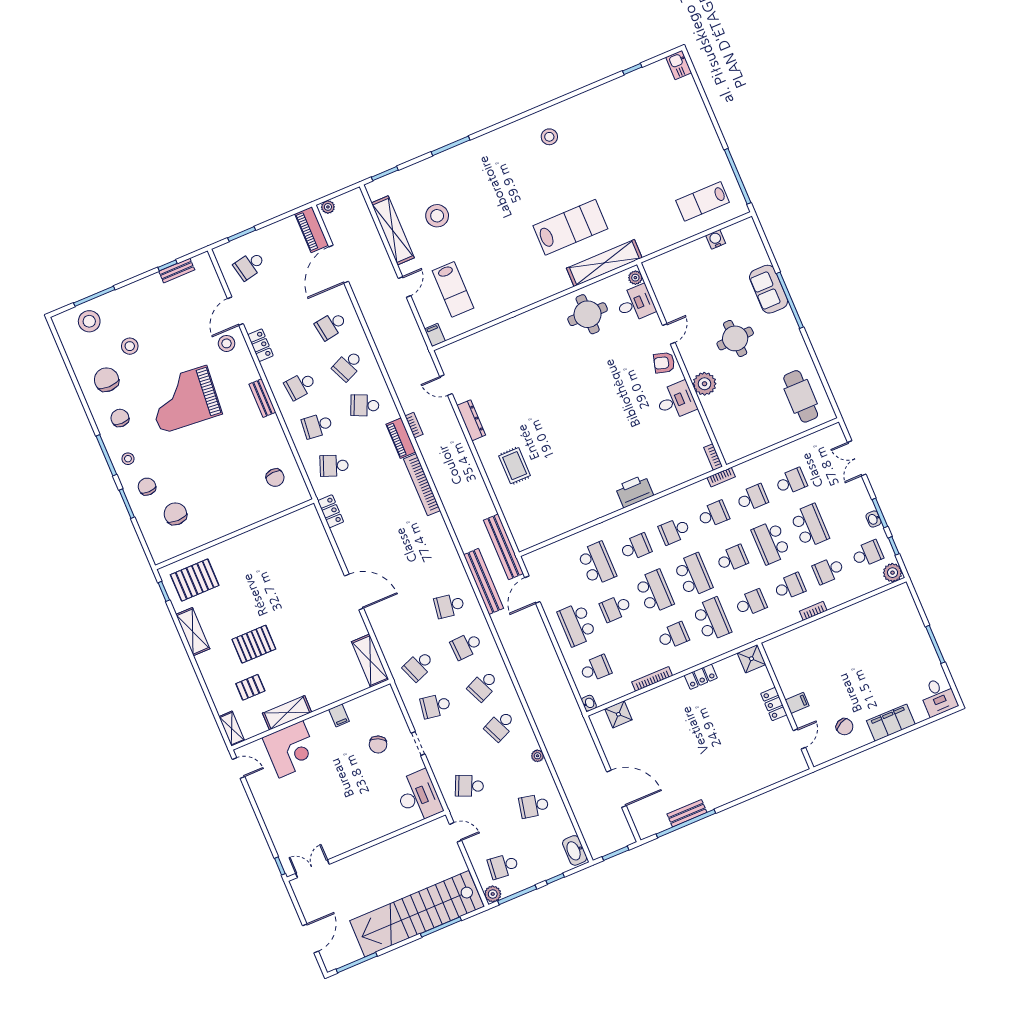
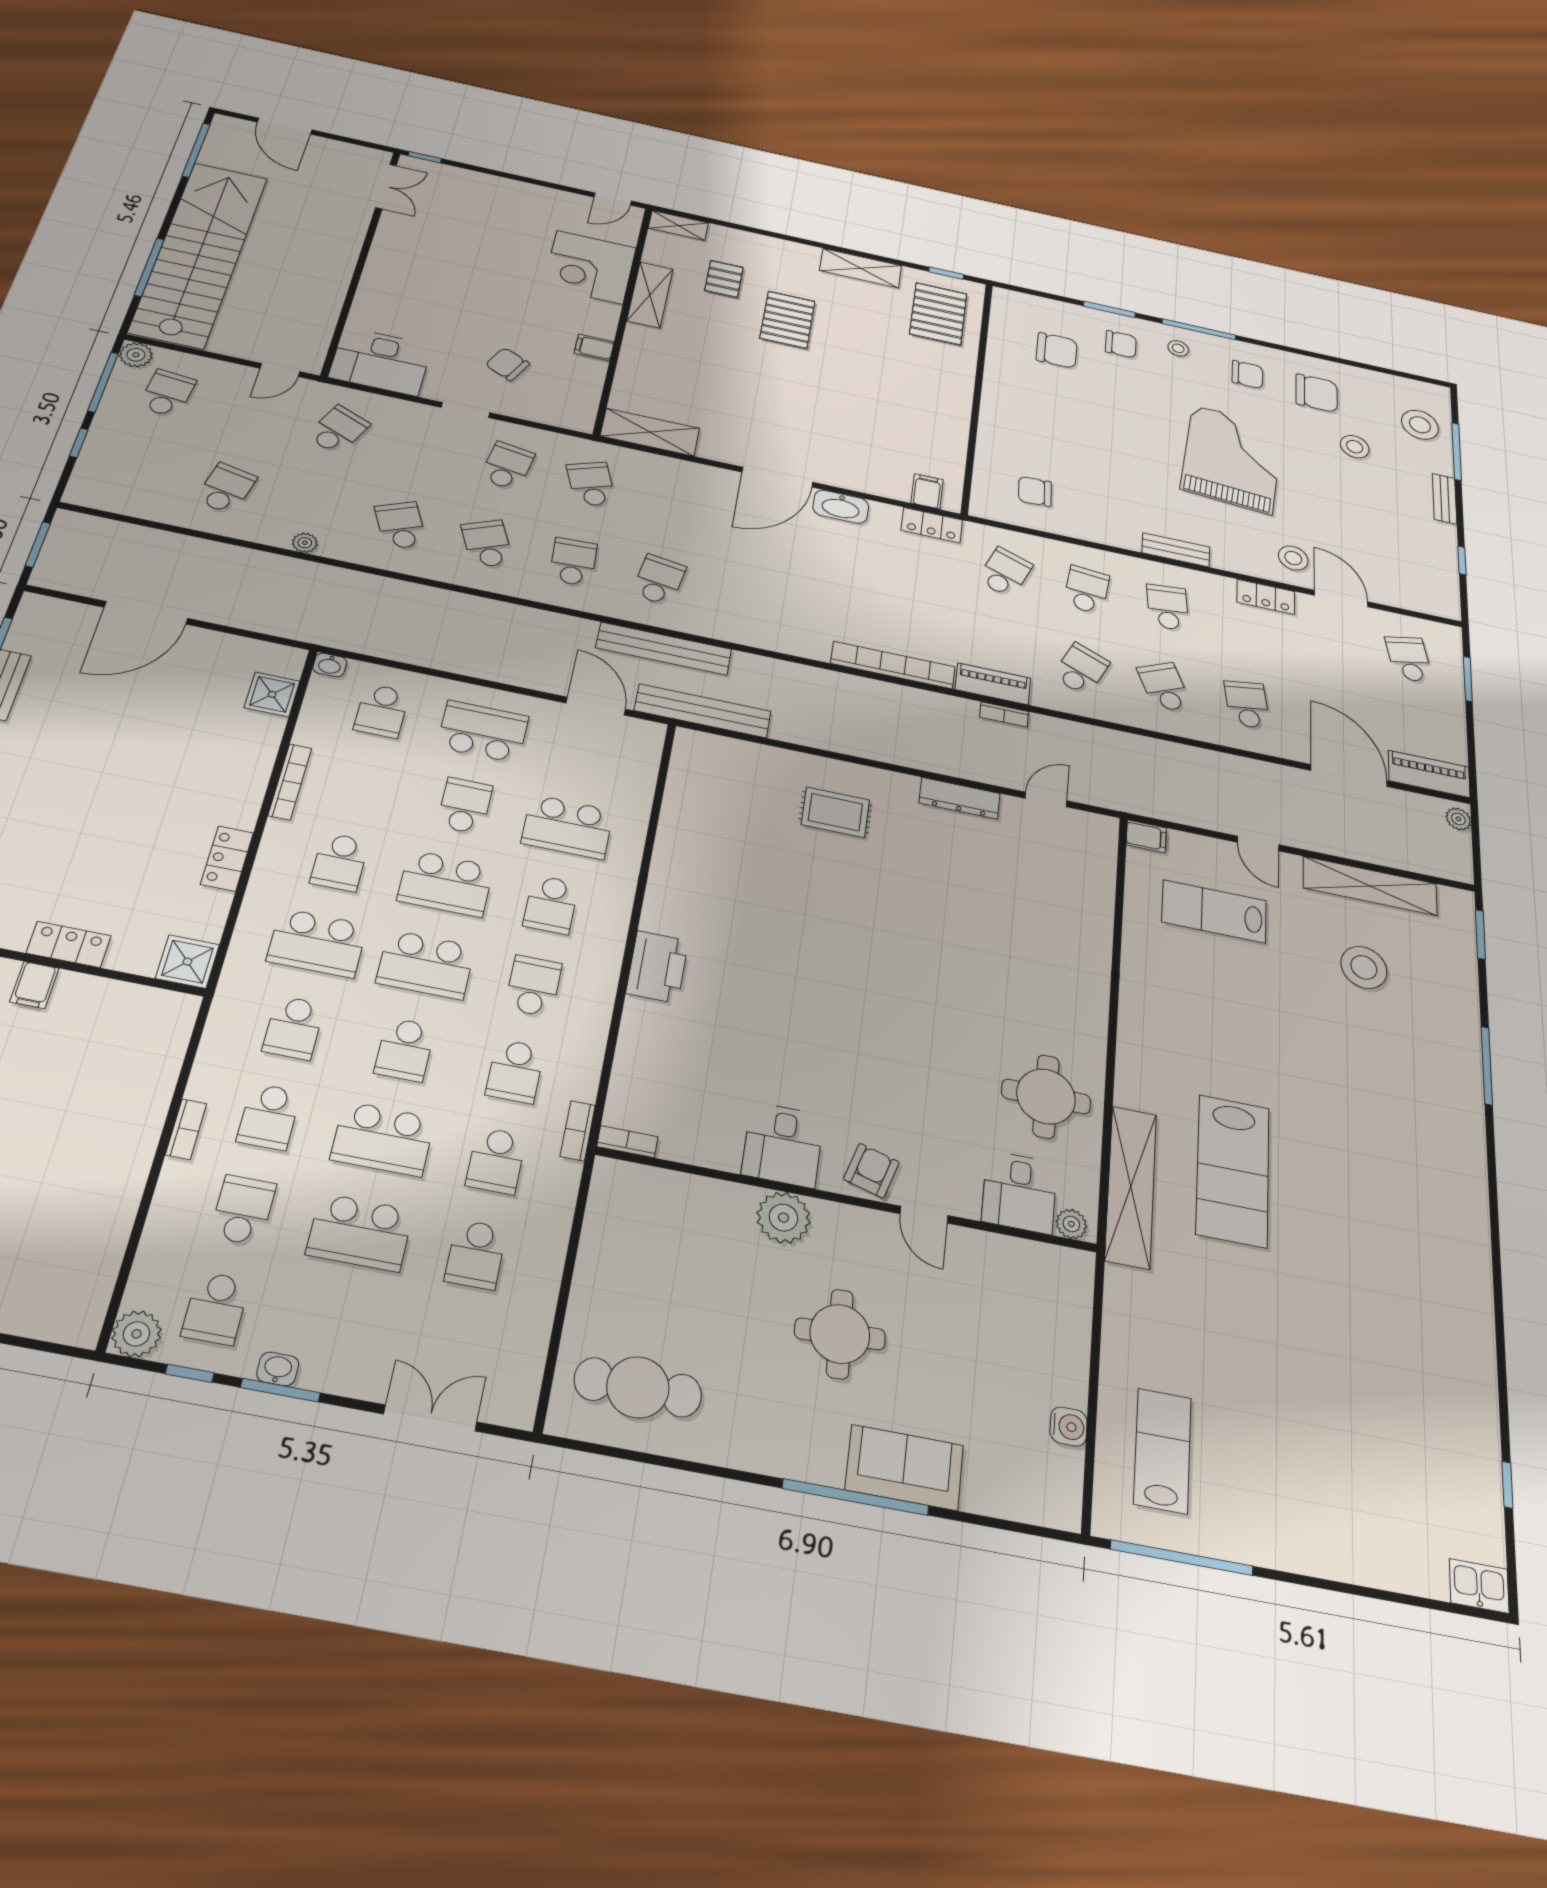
stool: (549, 137) -> (1431, 1242), removed
bench: (177, 271) -> (1445, 499), moved
filing cabinet: (312, 524) -> (927, 491), added
school desk: (771, 542) -> (383, 1139), turned 180
washbasin: (575, 850) -> (841, 507), moved, turned 180

